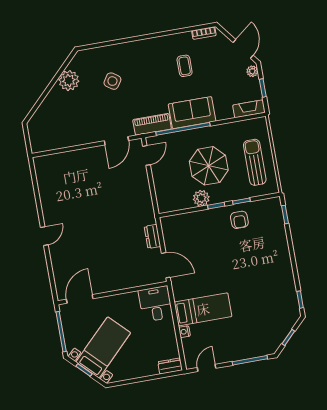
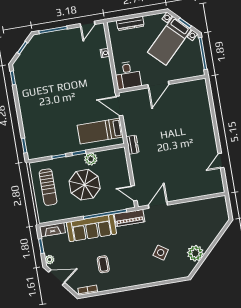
door: (243, 49) -> (57, 277), swing flipped
sofa: (192, 113) -> (91, 228), width x1.36
door: (146, 155) -> (134, 193), hinge flipped
armchair: (239, 220) -> (61, 142), removed
door: (44, 236) -> (221, 161), moved
dresser: (152, 237) -> (132, 145), moved
door: (80, 299) -> (158, 85), moved
bed: (203, 309) -> (100, 131), moved
dresser: (170, 366) -> (130, 23), moved, width x1.44

